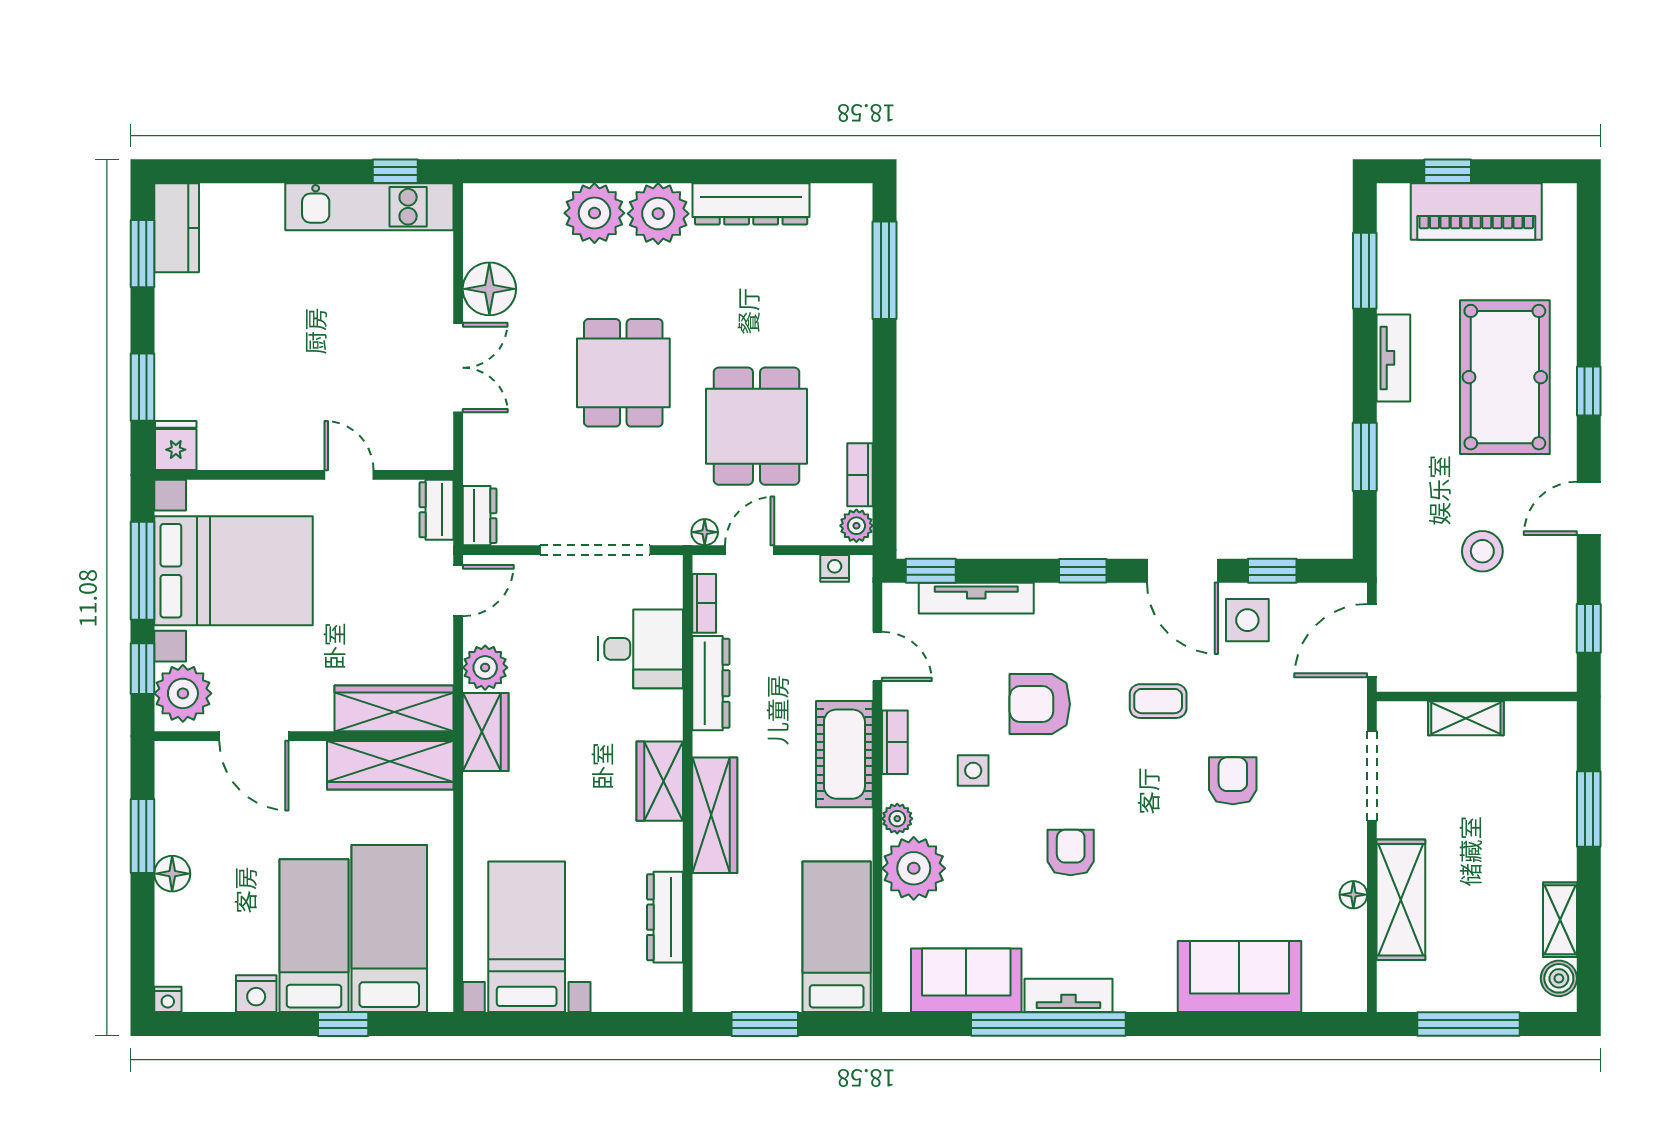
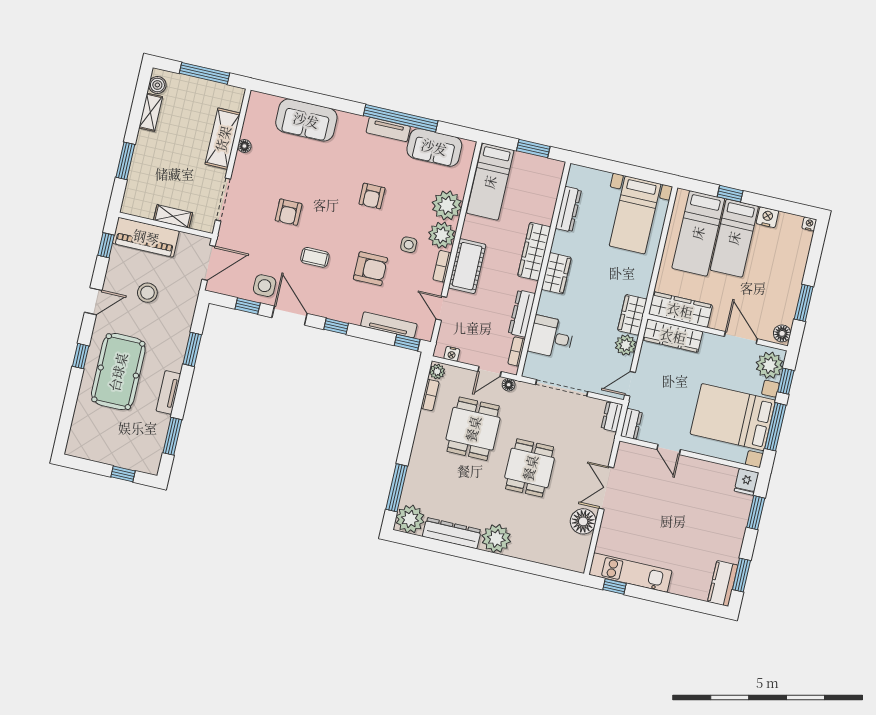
piano: (1476, 211) -> (146, 237), moved, turned 180
plant: (594, 213) -> (410, 519), moved
plant: (897, 819) -> (442, 235), width x1.87, depth x1.87
floor lamp: (172, 874) -> (782, 333), moved

